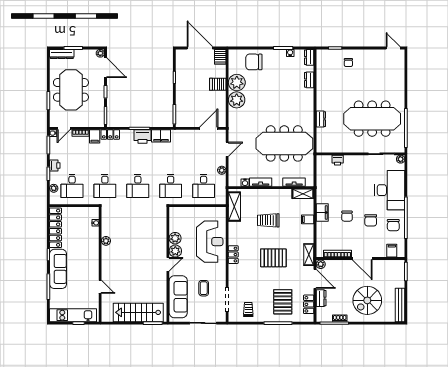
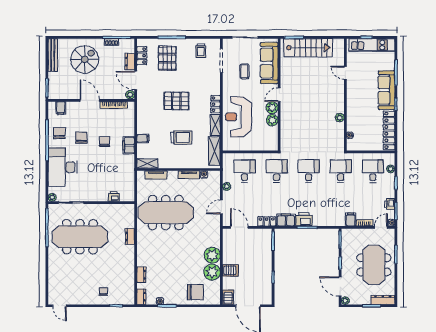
door: (209, 128) -> (239, 227), swing flipped
locker: (110, 135) -> (267, 221), moved
printer: (55, 166) -> (390, 204), moved
shelving: (309, 255) -> (215, 125), moved

